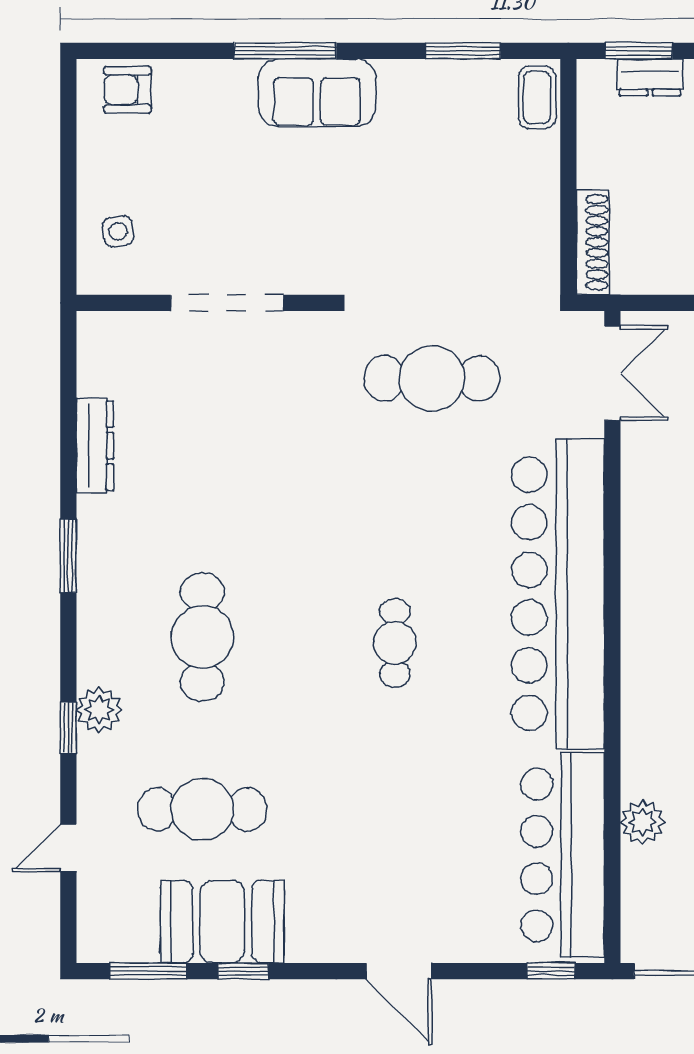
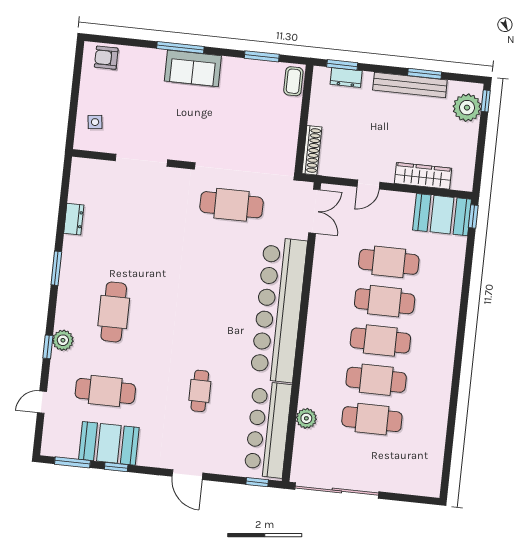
dresser: (95, 446) -> (74, 219), width x0.70
cafe table: (395, 643) -> (200, 391), moved

